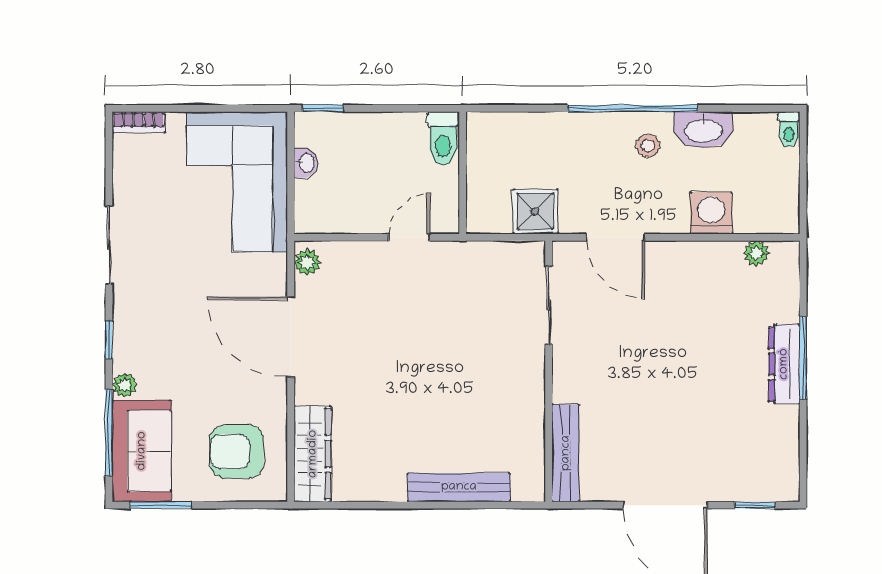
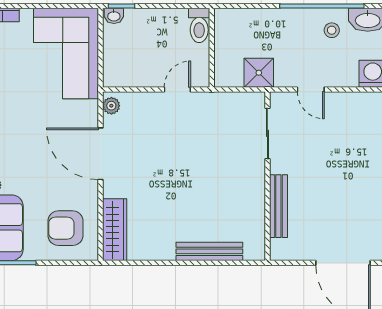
washbasin: (306, 163) -> (114, 16), moved, turned 90
door: (615, 237) -> (311, 89), width x0.73
bench: (566, 453) -> (278, 206), moved

